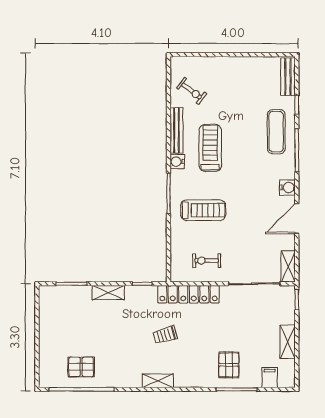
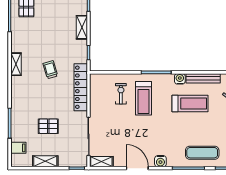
exercise bike: (207, 261) -> (121, 94), moved
pallet: (229, 365) -> (48, 126), moved

